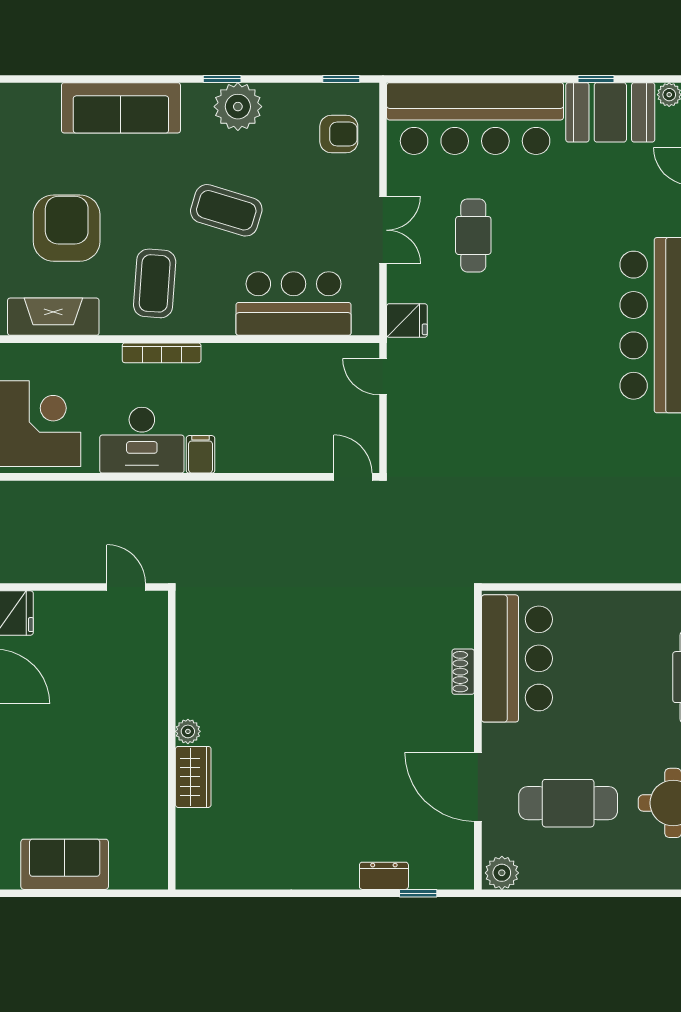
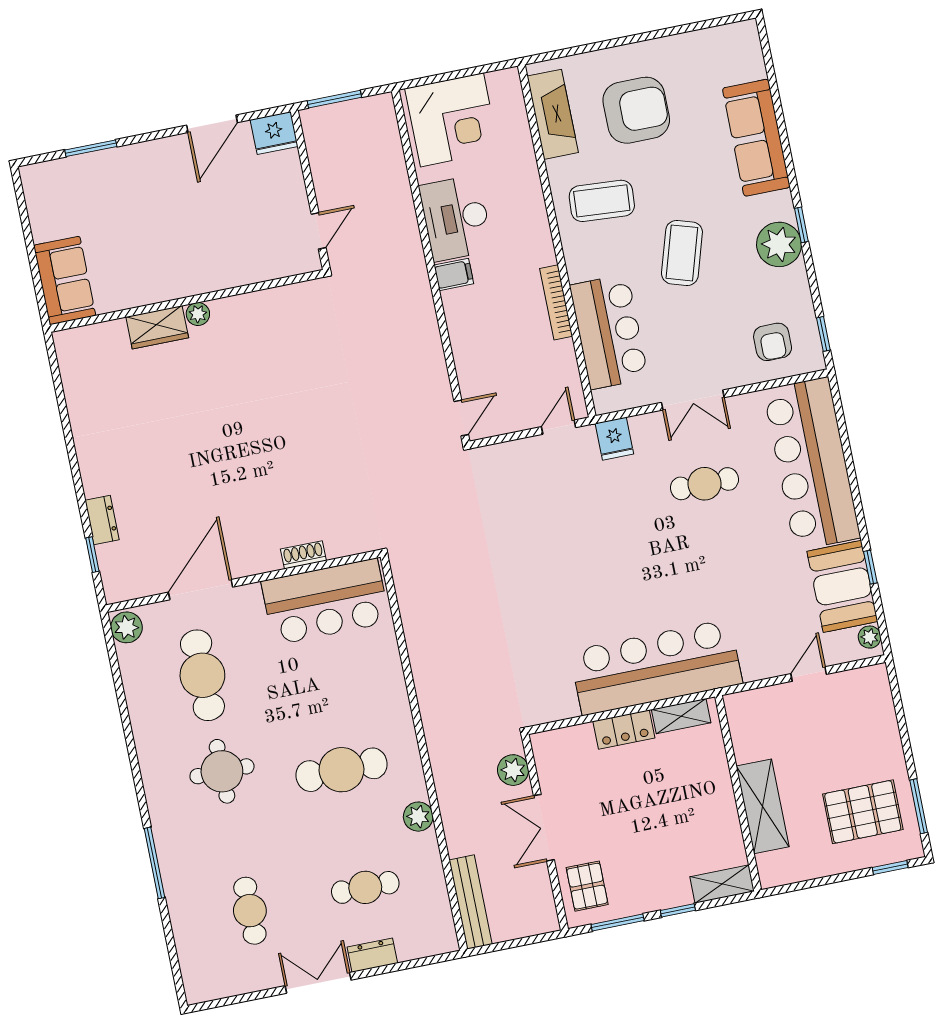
bookcase: (162, 353) -> (556, 302), moved
sofa: (65, 864) -> (65, 280), moved

